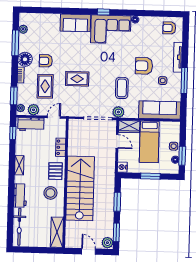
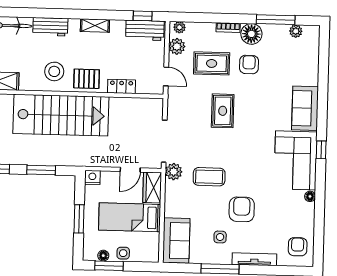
window: (14, 96) -> (197, 17), removed
sofa: (160, 110) -> (176, 241), width x0.73
workbench: (31, 124) -> (145, 30), moved, turned -90

